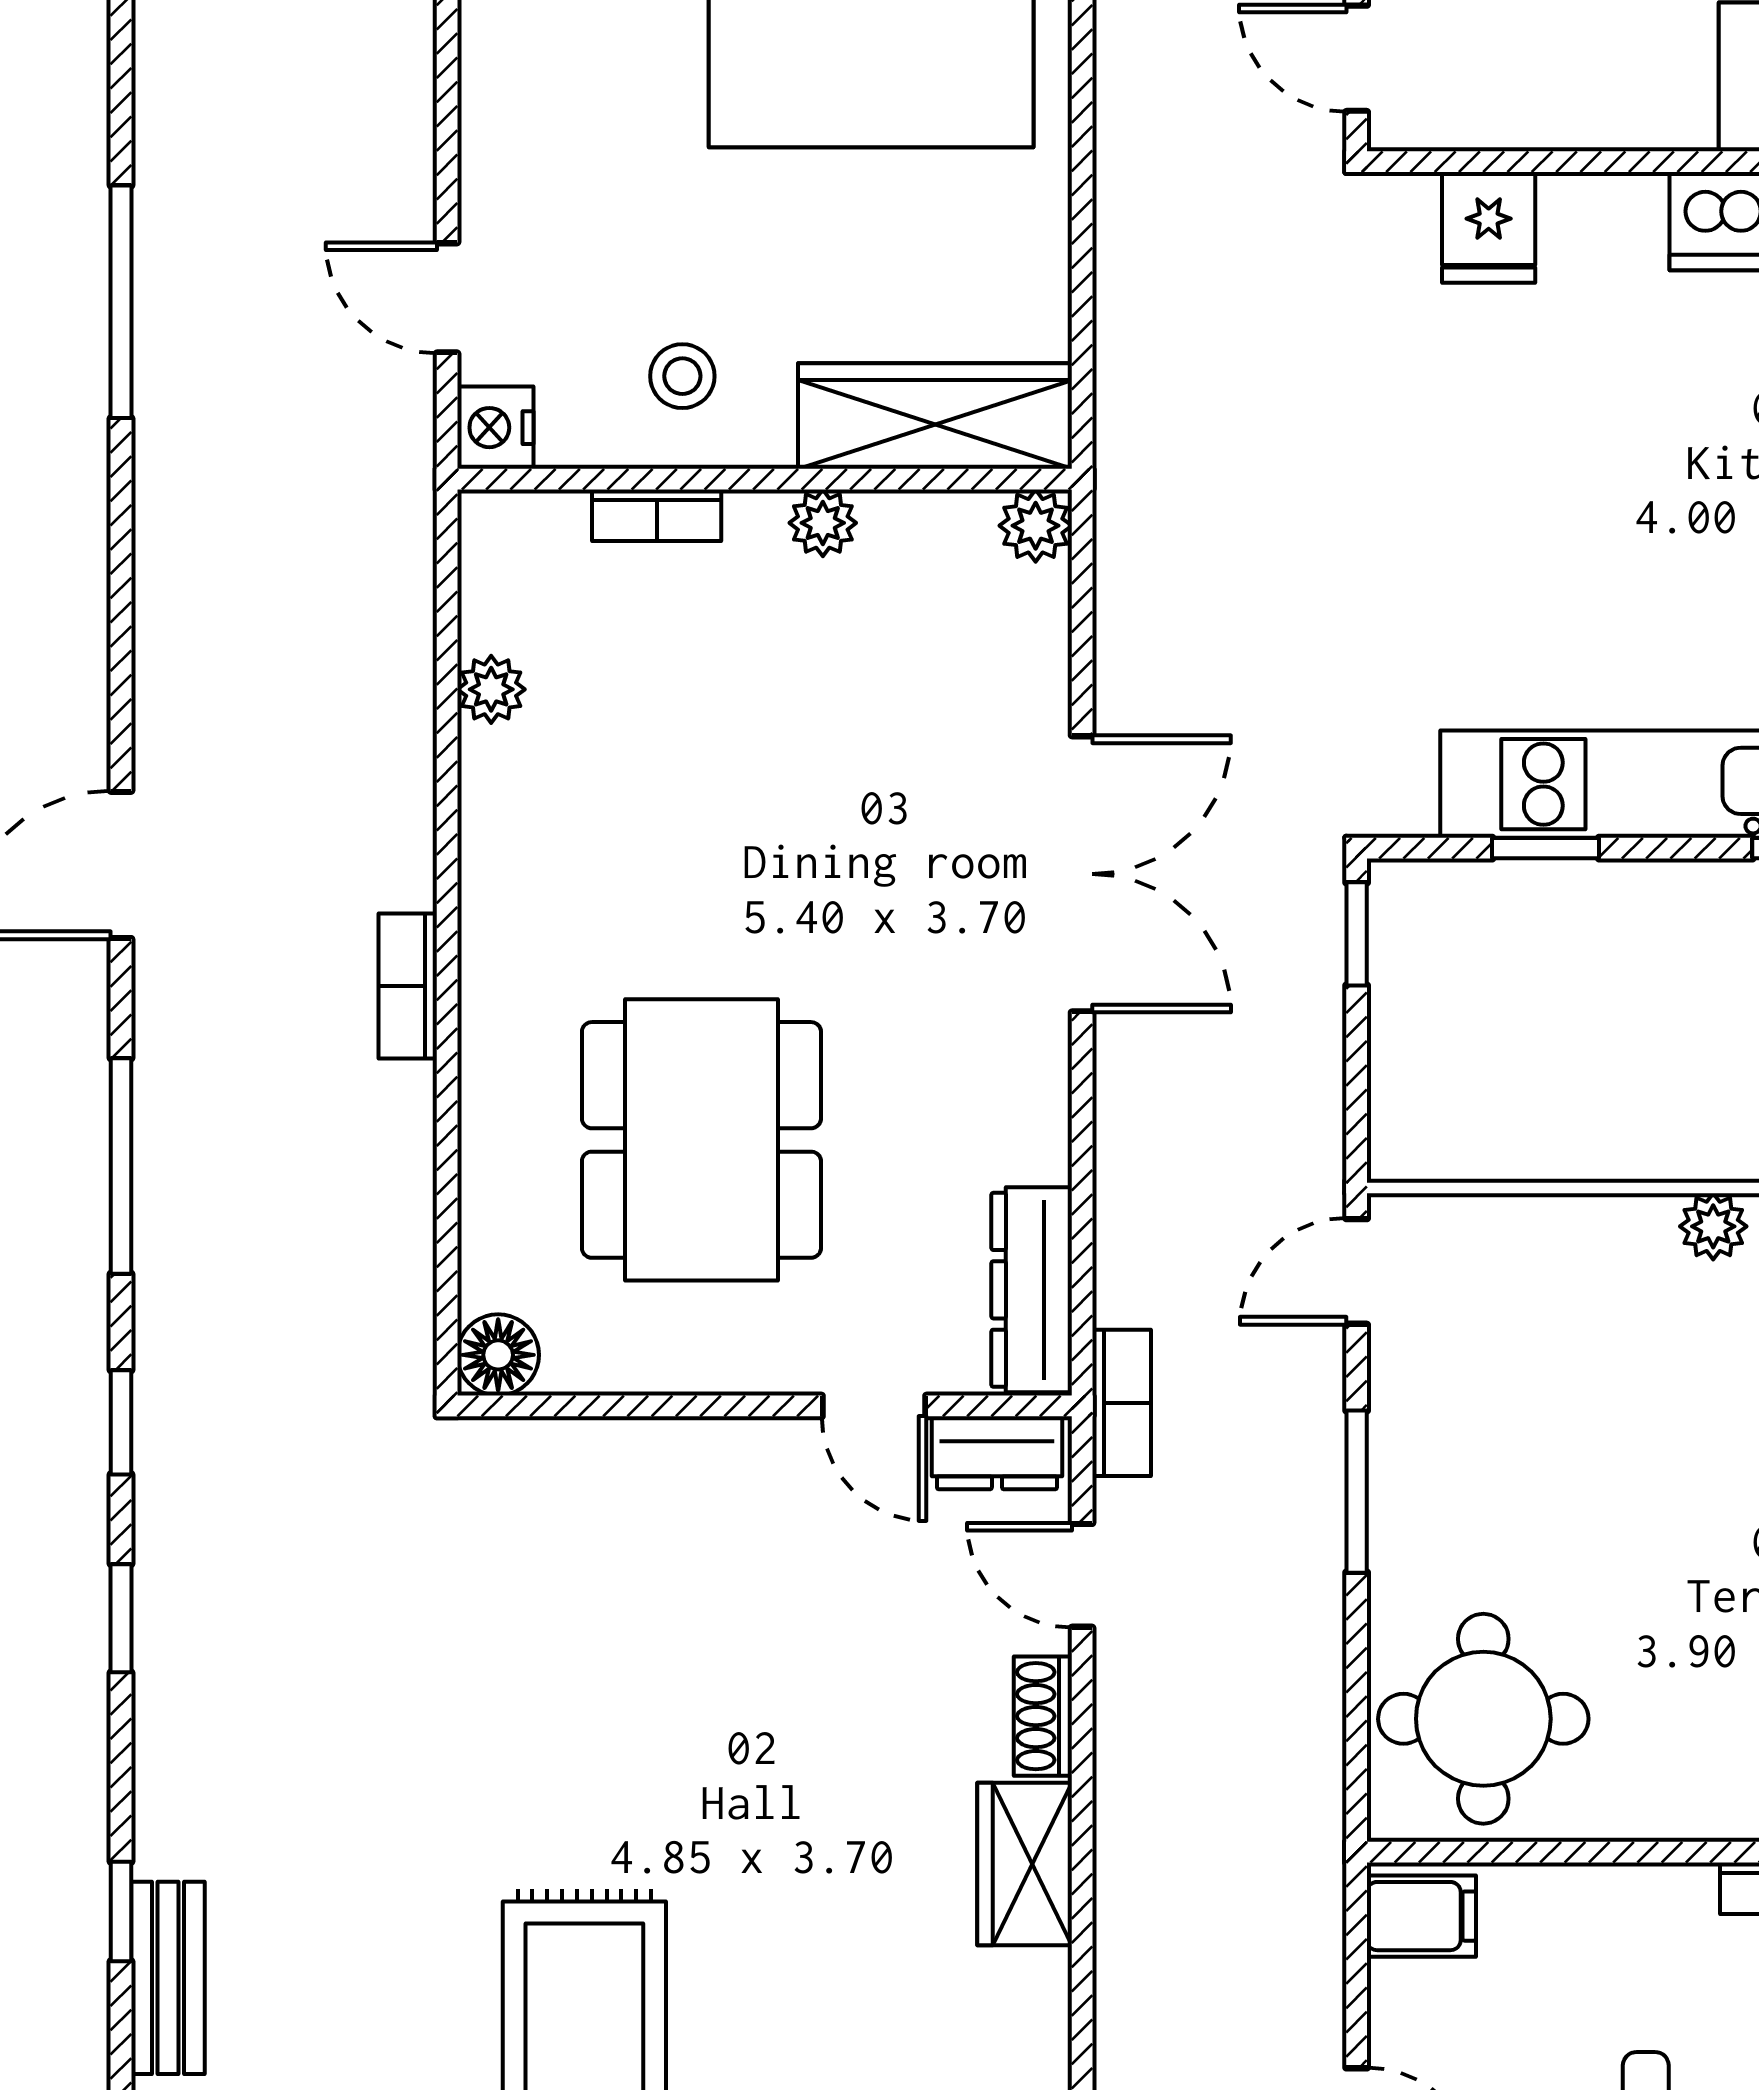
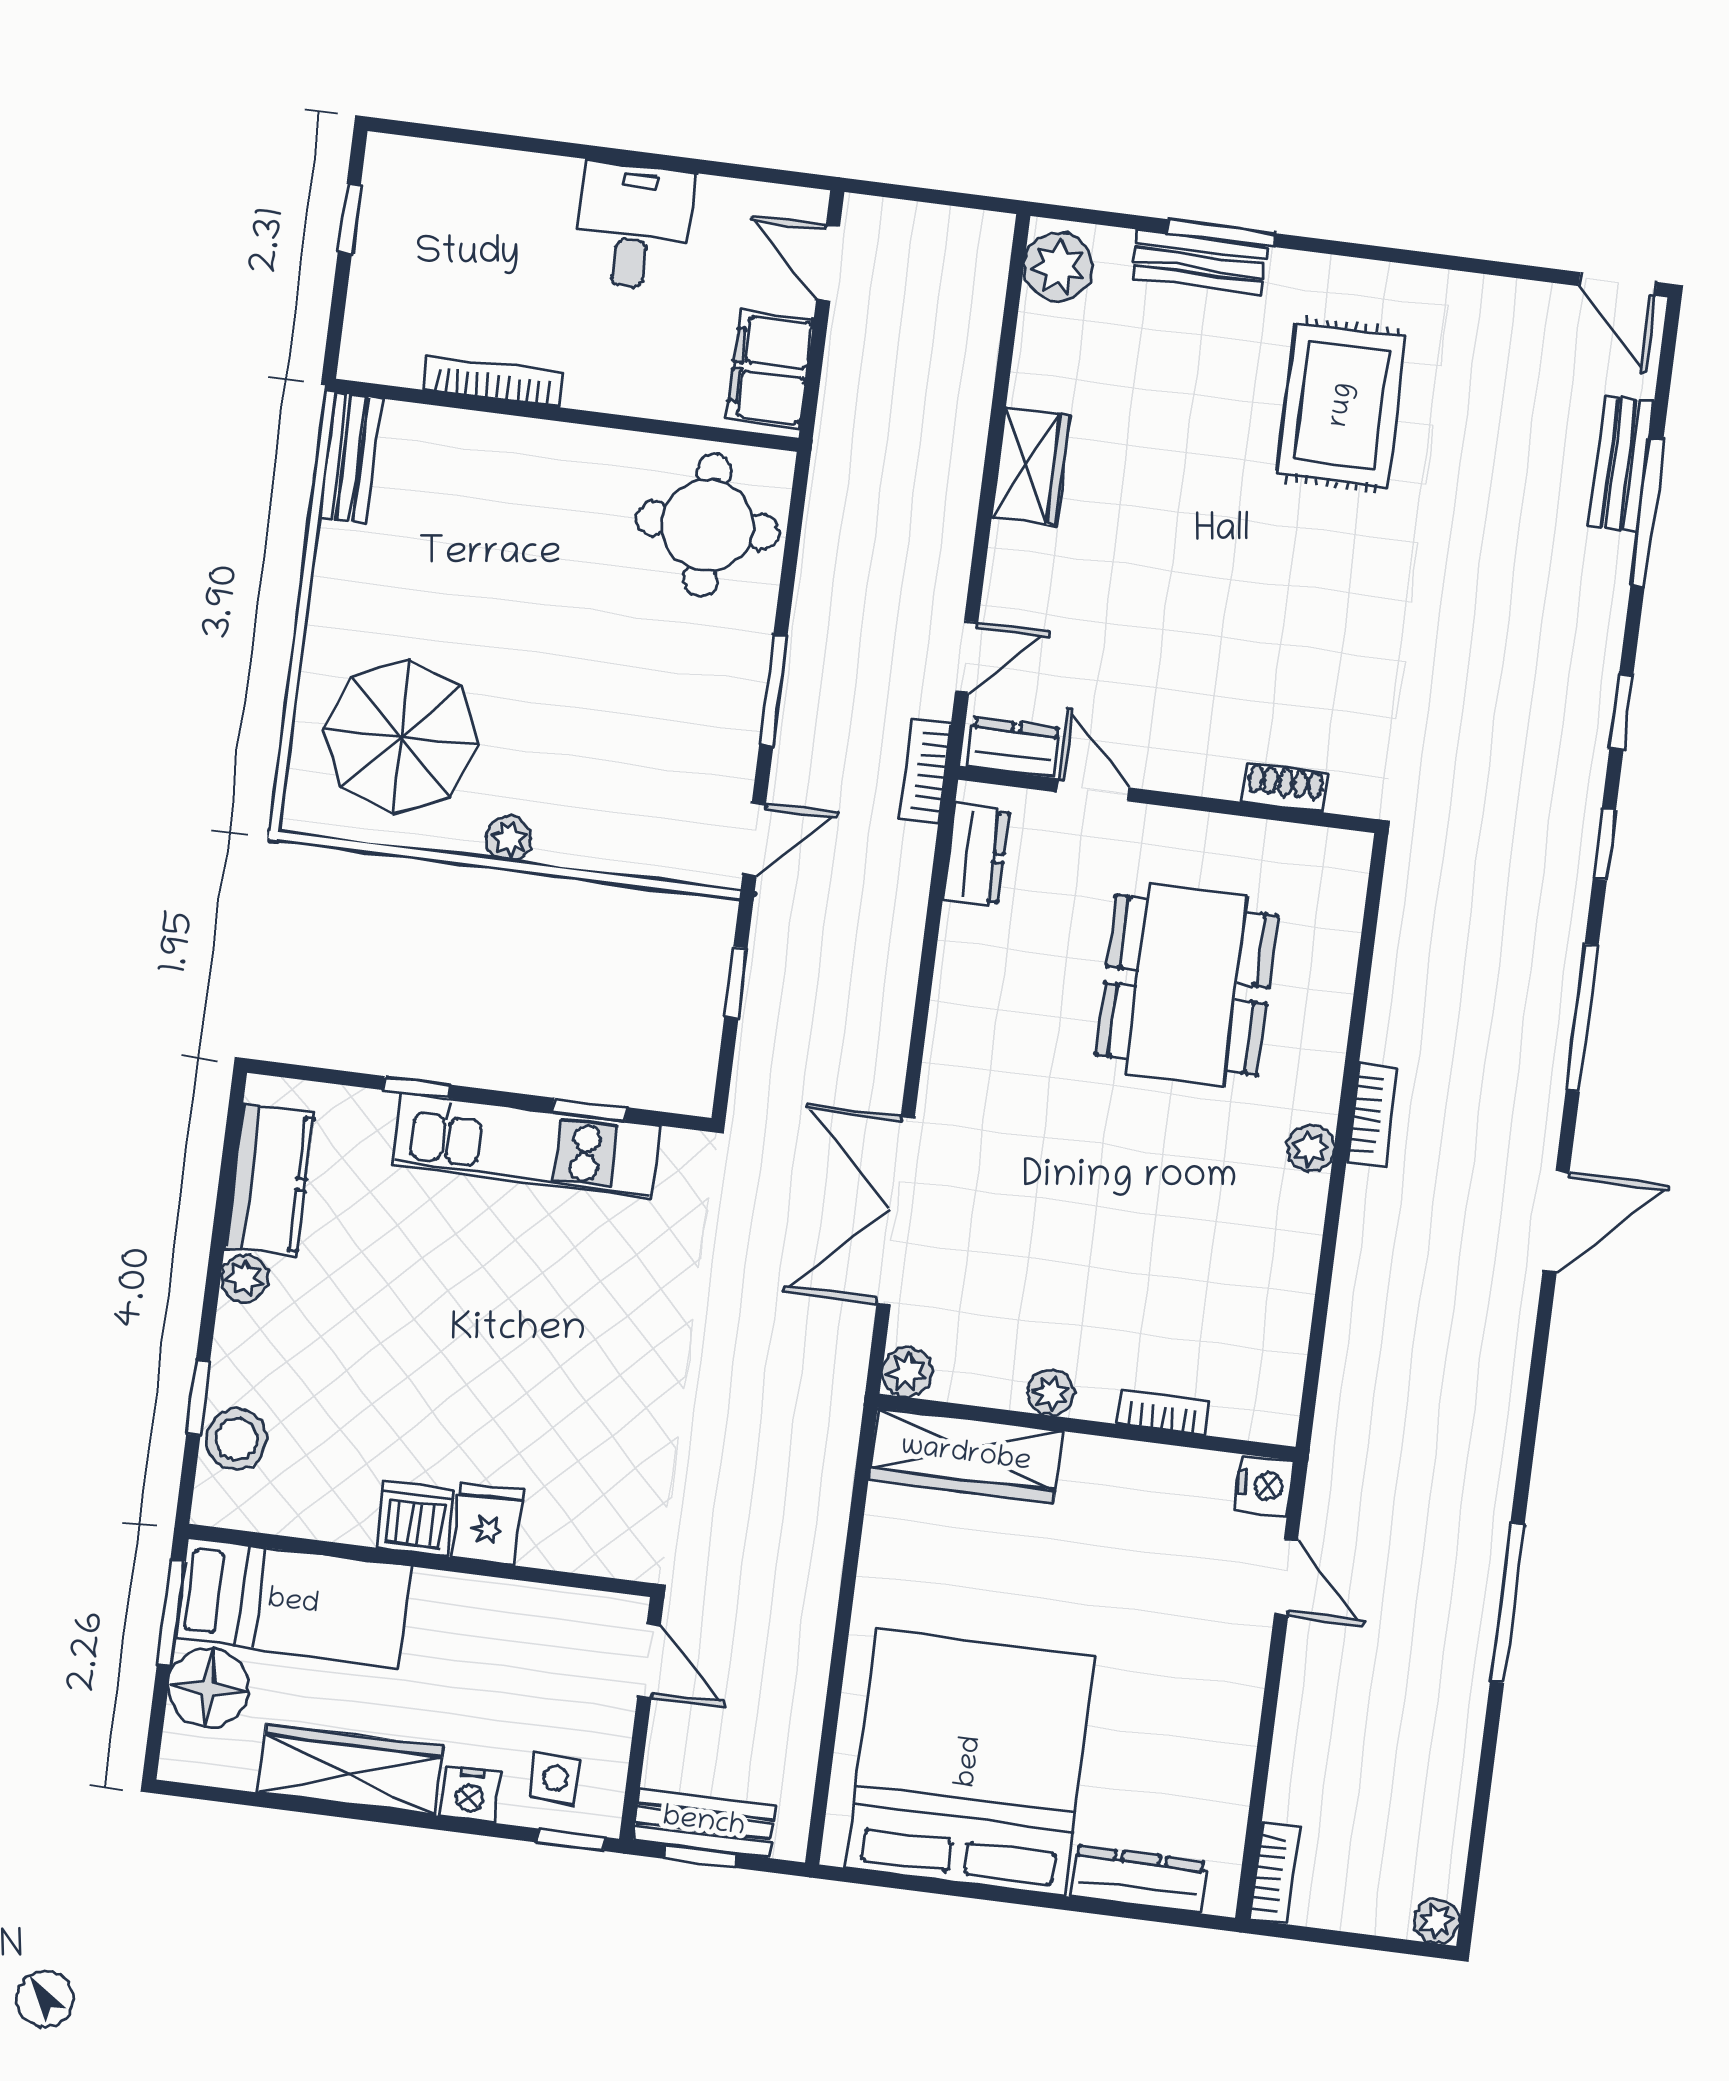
fridge: (1489, 227) -> (488, 1524), moved
stool: (682, 376) -> (1133, 1504), removed
plant: (491, 689) -> (1311, 1148), moved
double door: (1082, 874) -> (896, 1211), moved
window: (1357, 934) -> (736, 982), moved
dresser: (1032, 1290) -> (976, 855), width x0.70
floor lamp: (498, 1355) -> (1343, 857), removed
door: (1082, 1575) -> (967, 657), hinge flipped
shoe rack: (1043, 1716) -> (1285, 787), moved, turned -90
window: (121, 1912) -> (1647, 513), width x2.17
filing cabinet: (1421, 1916) -> (770, 369), width x2.00

